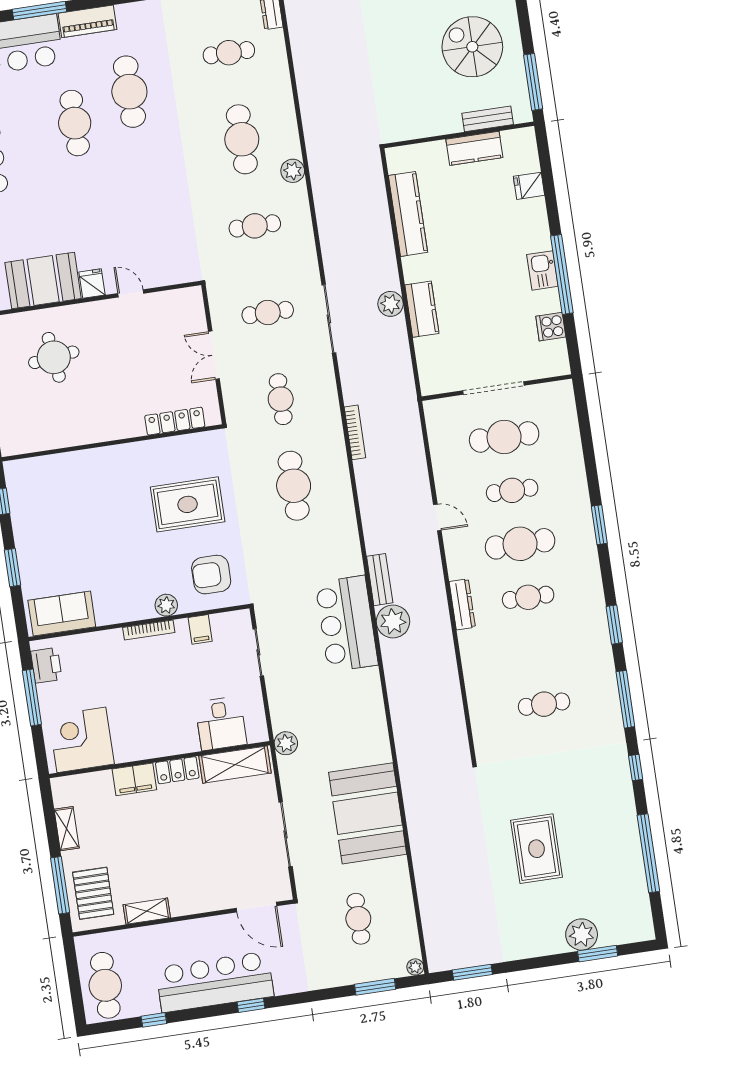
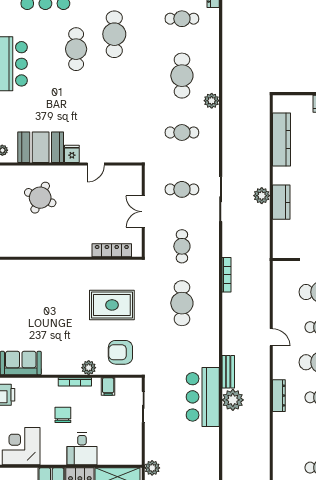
door: (131, 293) -> (96, 164), swing flipped
round table: (54, 357) -> (40, 198), turned 31
chair: (138, 683) -> (63, 415), added
desk: (221, 723) -> (82, 449), moved

